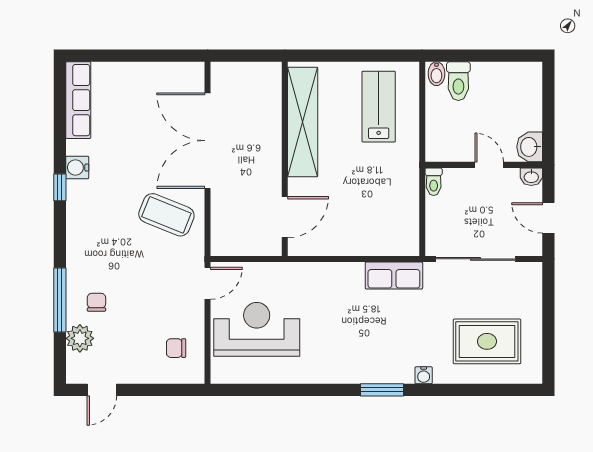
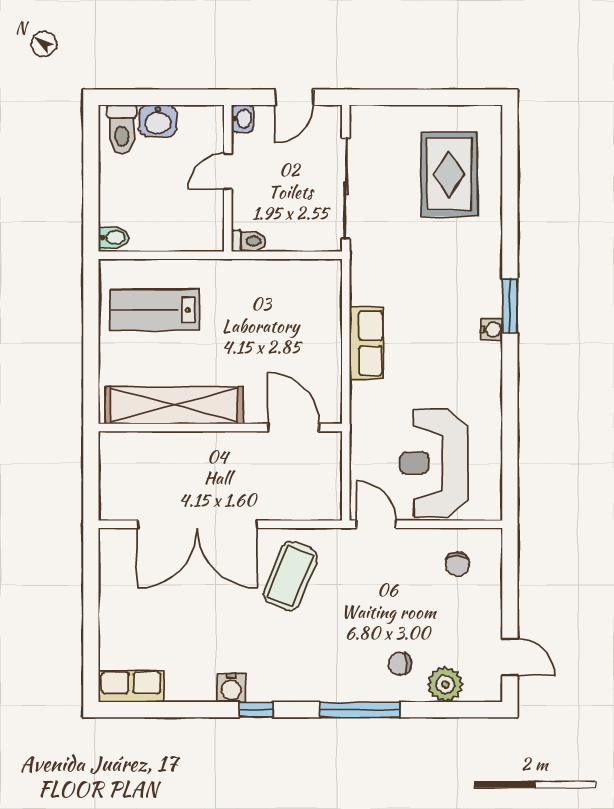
toilet: (458, 81) -> (122, 129), moved, turned 90
row of seats: (78, 100) -> (131, 686), width x0.68
washbasin: (530, 147) -> (158, 121), moved
row of seats: (394, 275) -> (366, 343), moved
window: (60, 300) -> (360, 710), moved
water cooler: (424, 375) -> (492, 329), moved

